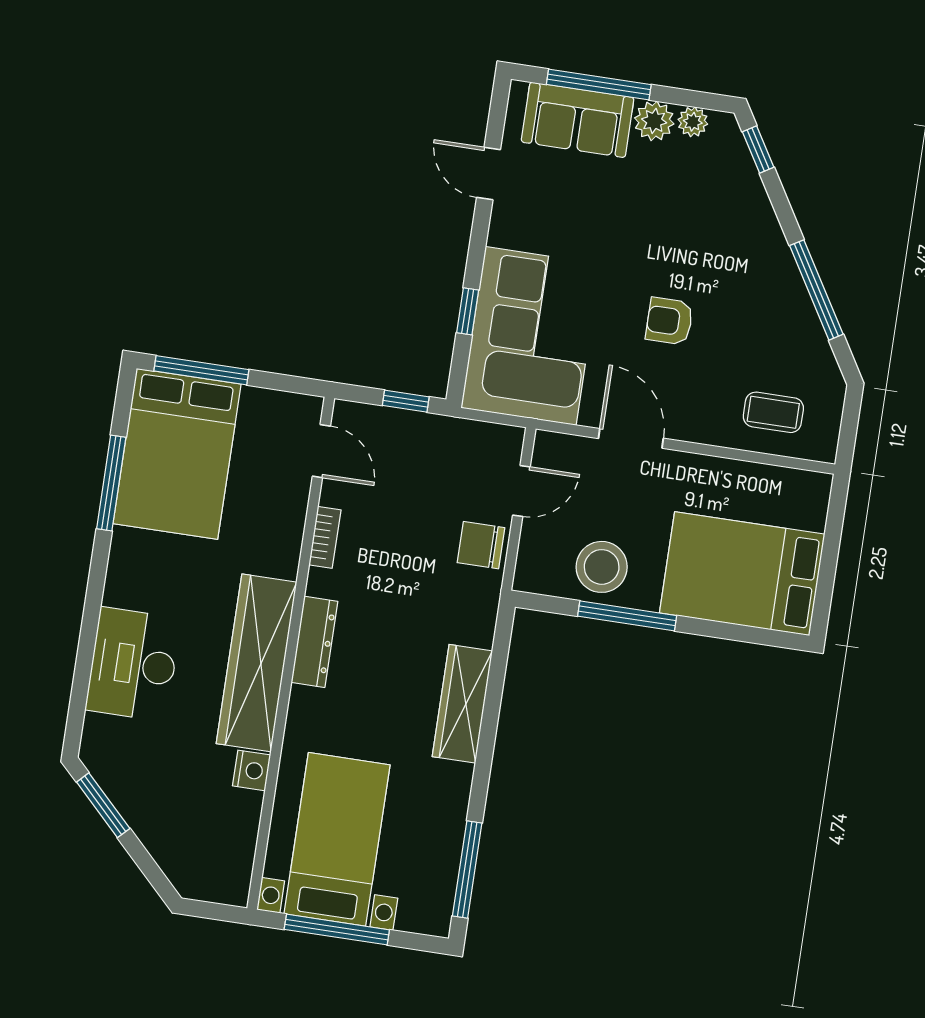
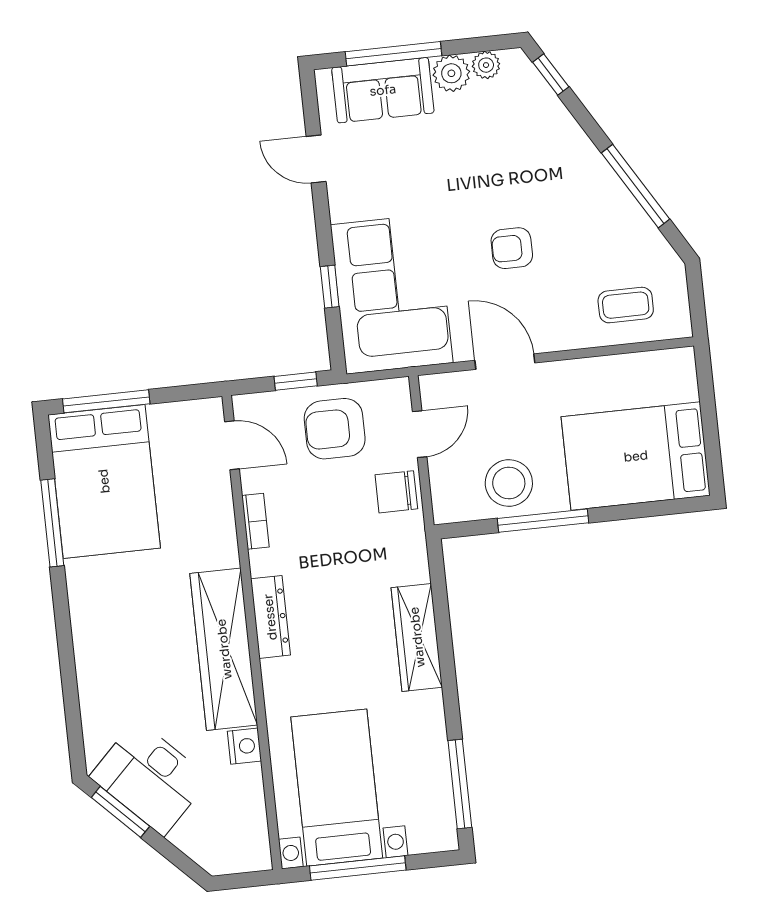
armchair: (434, 462) -> (335, 429), added
desk: (133, 664) -> (150, 778), moved, turned -45

